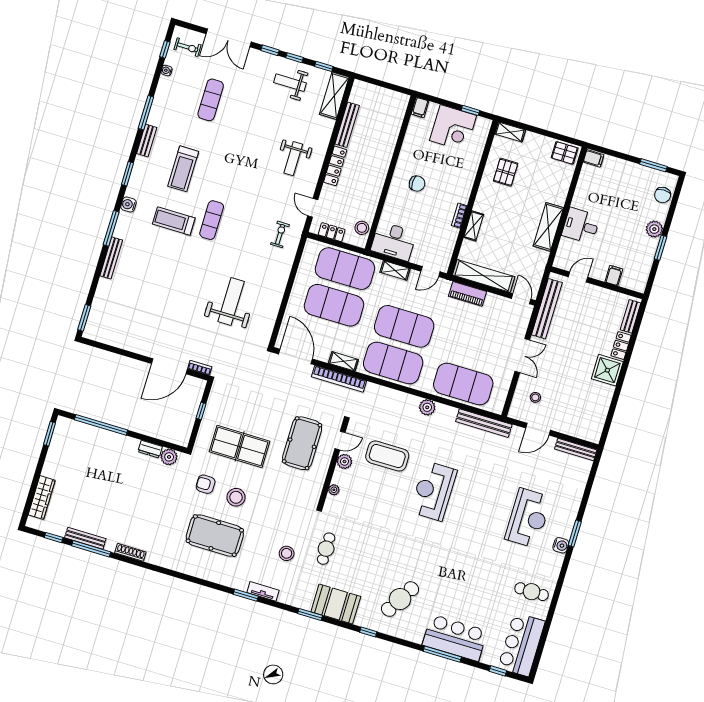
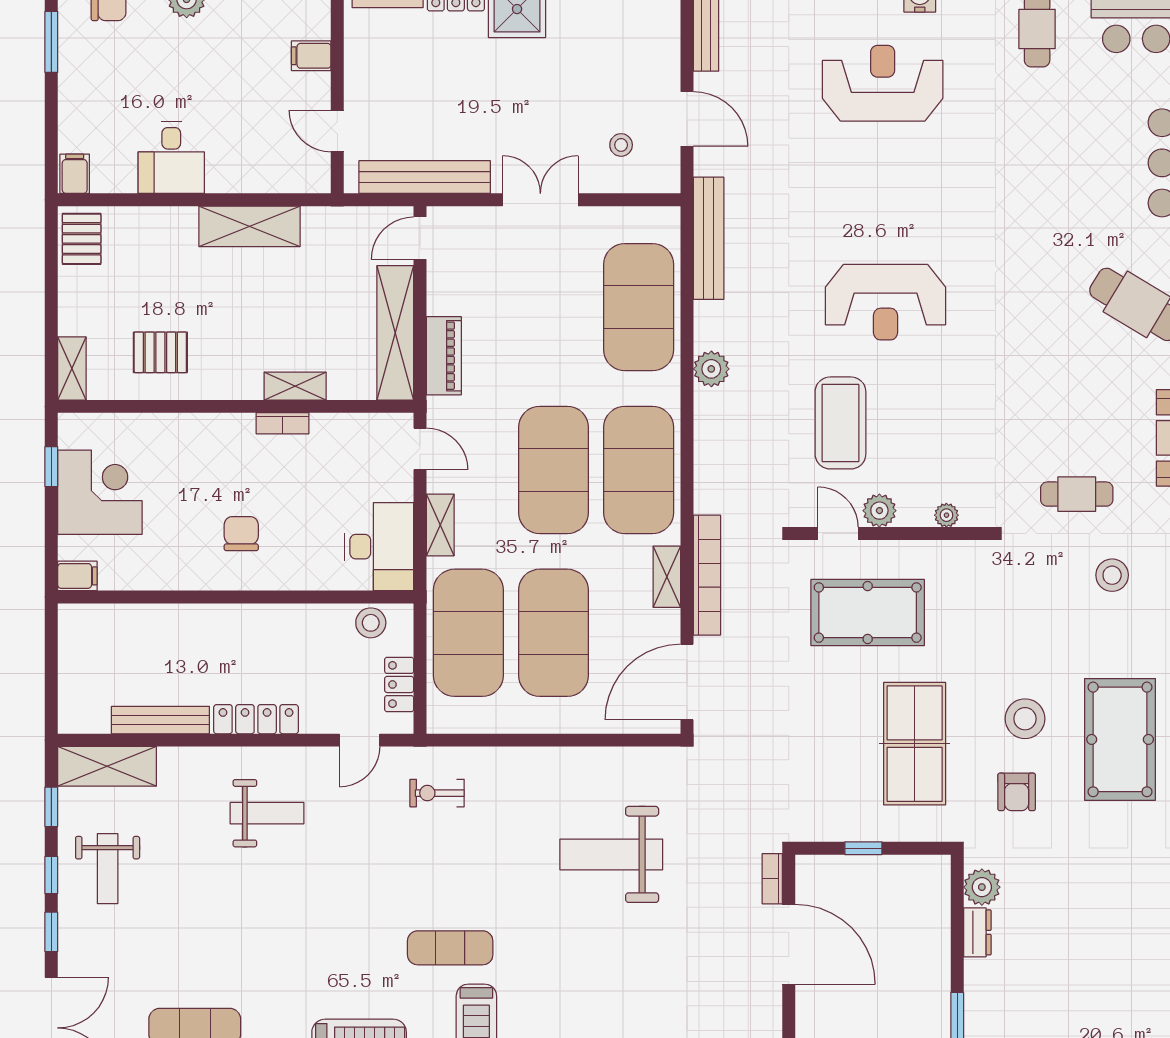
desk: (581, 226) -> (171, 158), moved

